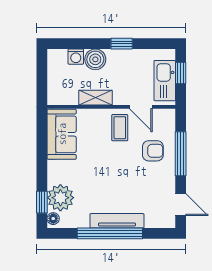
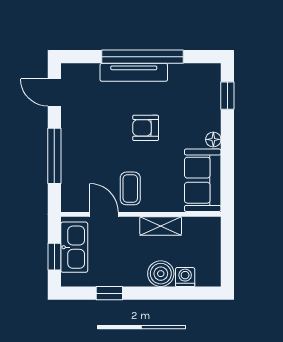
window: (122, 44) -> (109, 293), moved
armchair: (153, 151) -> (146, 128), moved
plant: (60, 198) -> (204, 101), removed
floor lamp: (53, 219) -> (213, 139), moved

